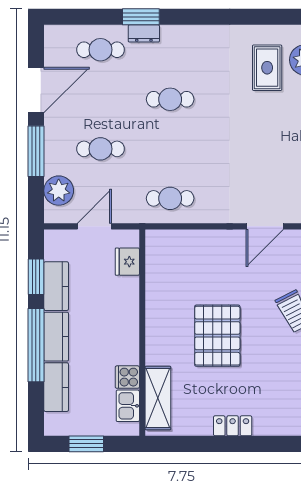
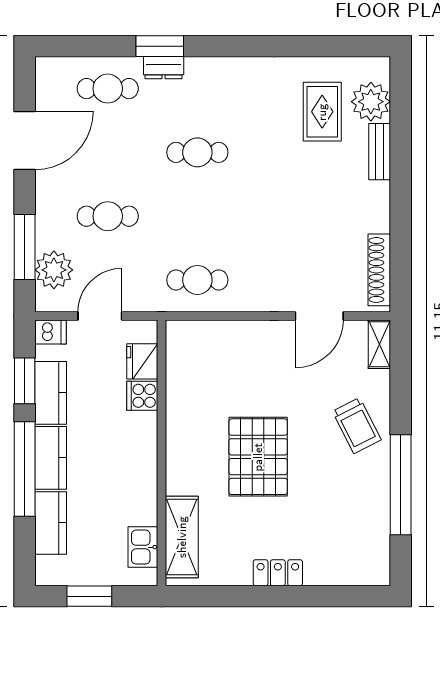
window: (36, 151) -> (25, 247), moved
dishwasher: (56, 239) -> (51, 332), added
cooker: (127, 377) -> (142, 396), moved

